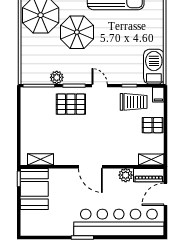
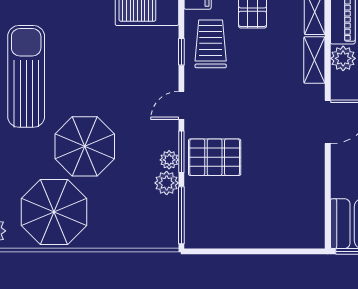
plant: (69, 79) -> (169, 160), added
pallet: (71, 104) -> (215, 157), turned 90
shelving: (40, 159) -> (314, 60), moved

